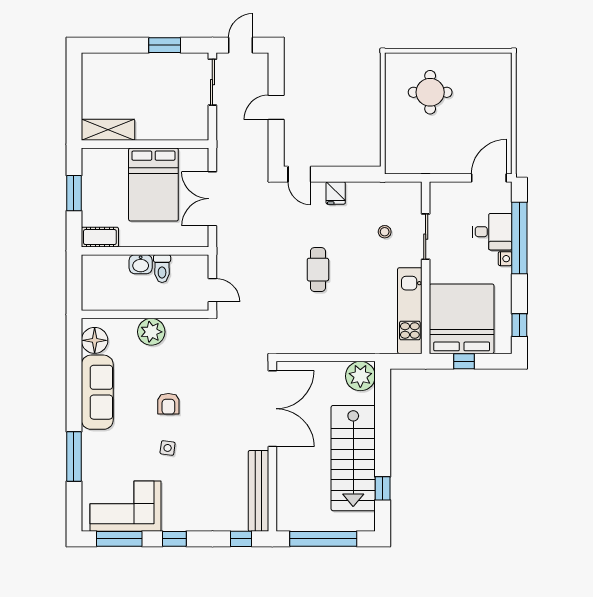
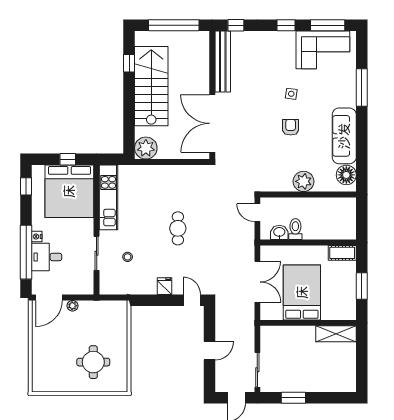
plant: (458, 167) -> (72, 306), added
washbasin: (141, 264) -> (279, 232), moved

